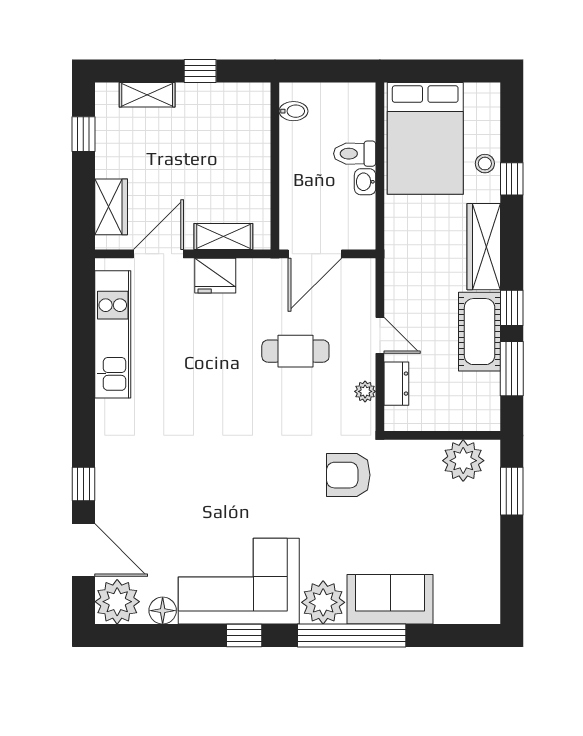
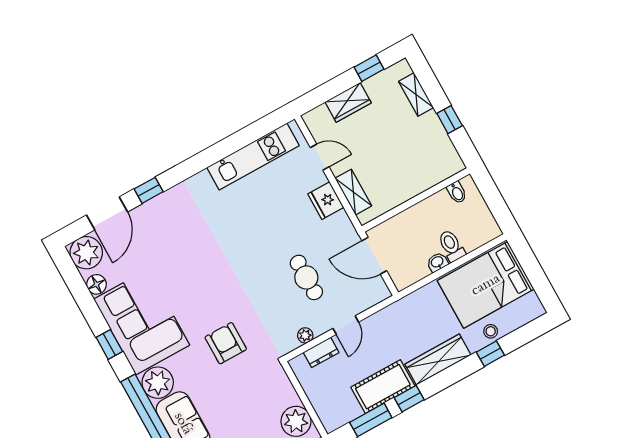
wardrobe: (111, 207) -> (348, 102), moved
door: (158, 254) -> (320, 157), width x0.73
armchair: (348, 475) -> (226, 343), moved

